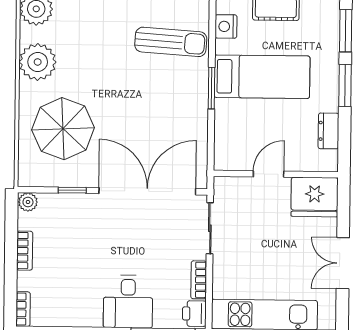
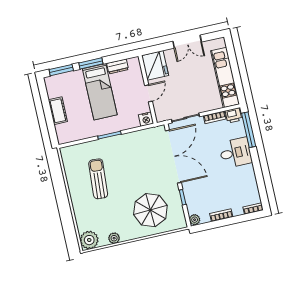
nightstand: (226, 26) -> (146, 119), moved
sun lounger: (171, 42) -> (98, 179), moved
plant: (38, 62) -> (114, 238), width x0.53, depth x0.53
bed: (262, 77) -> (100, 92), moved, turned 180
door: (269, 174) -> (149, 93), swing flipped
double door: (147, 191) -> (173, 157), swing flipped

